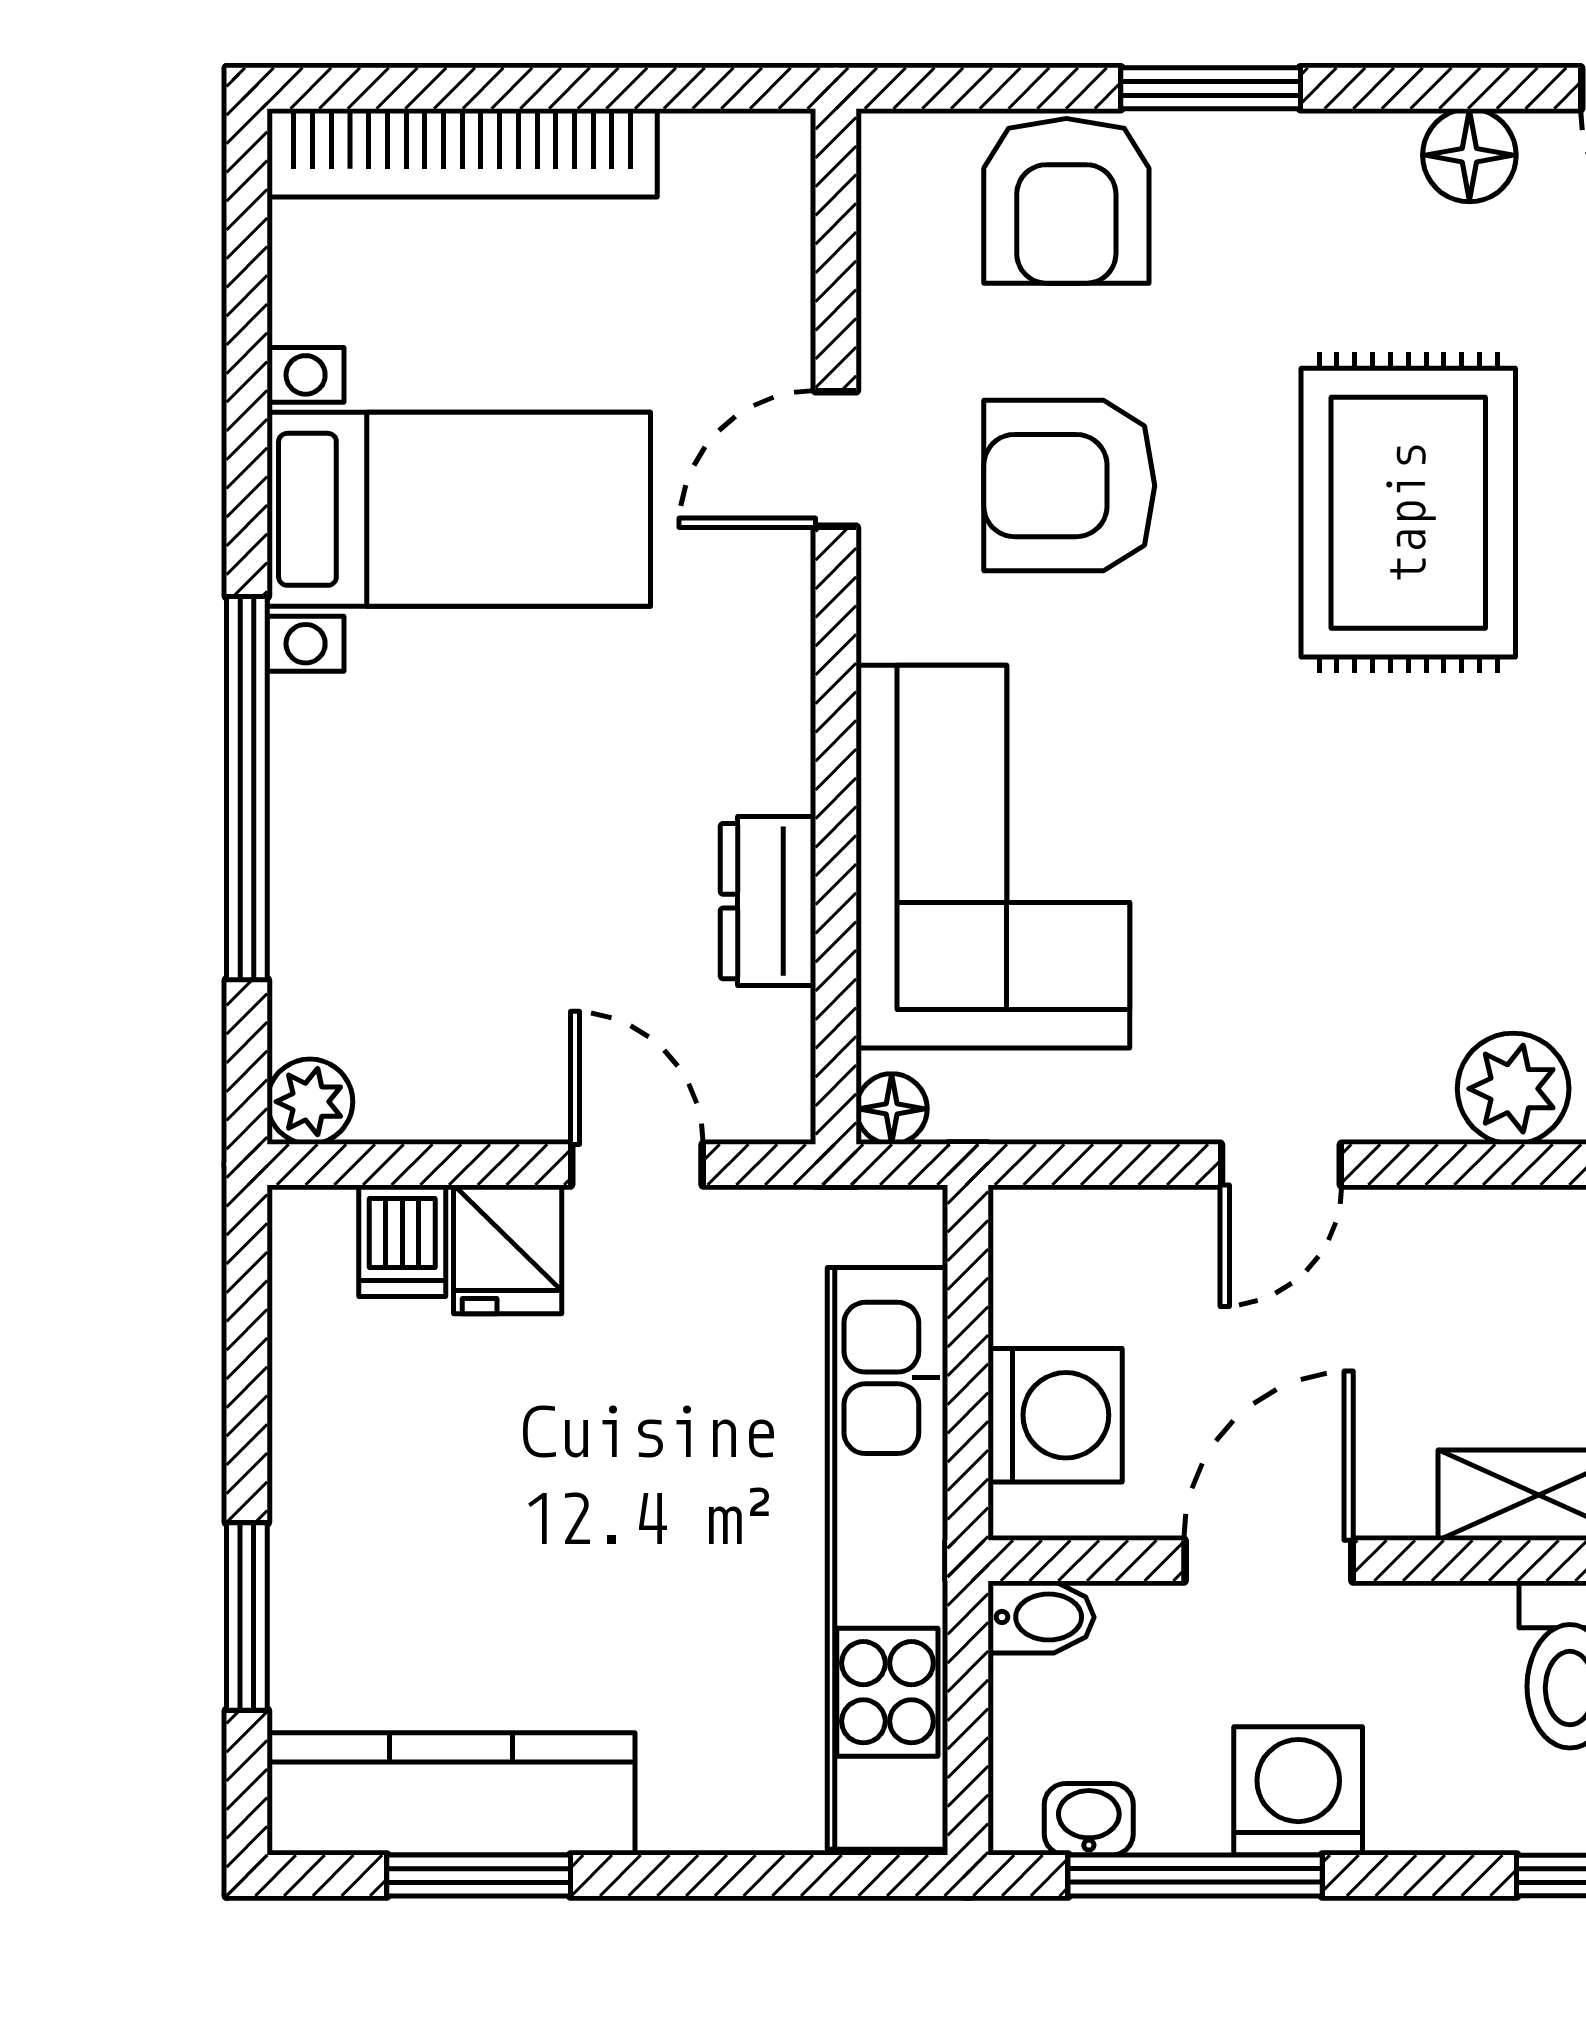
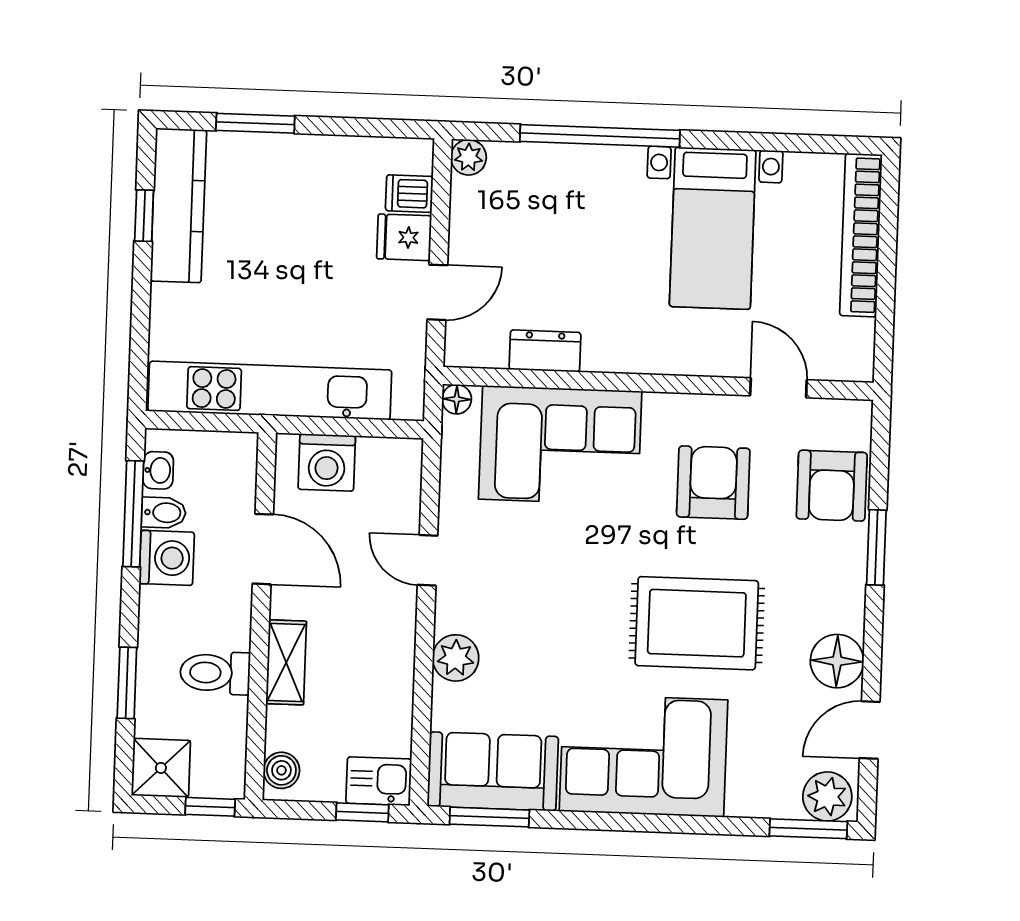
floor lamp: (1469, 155) -> (837, 661), width x1.38, depth x1.38
armchair: (1066, 201) -> (832, 486), turned -90
door: (836, 459) -> (778, 388), moved
bidet: (1041, 1617) -> (164, 513), moved, turned -90
window: (479, 1875) -> (144, 216), width x0.67

